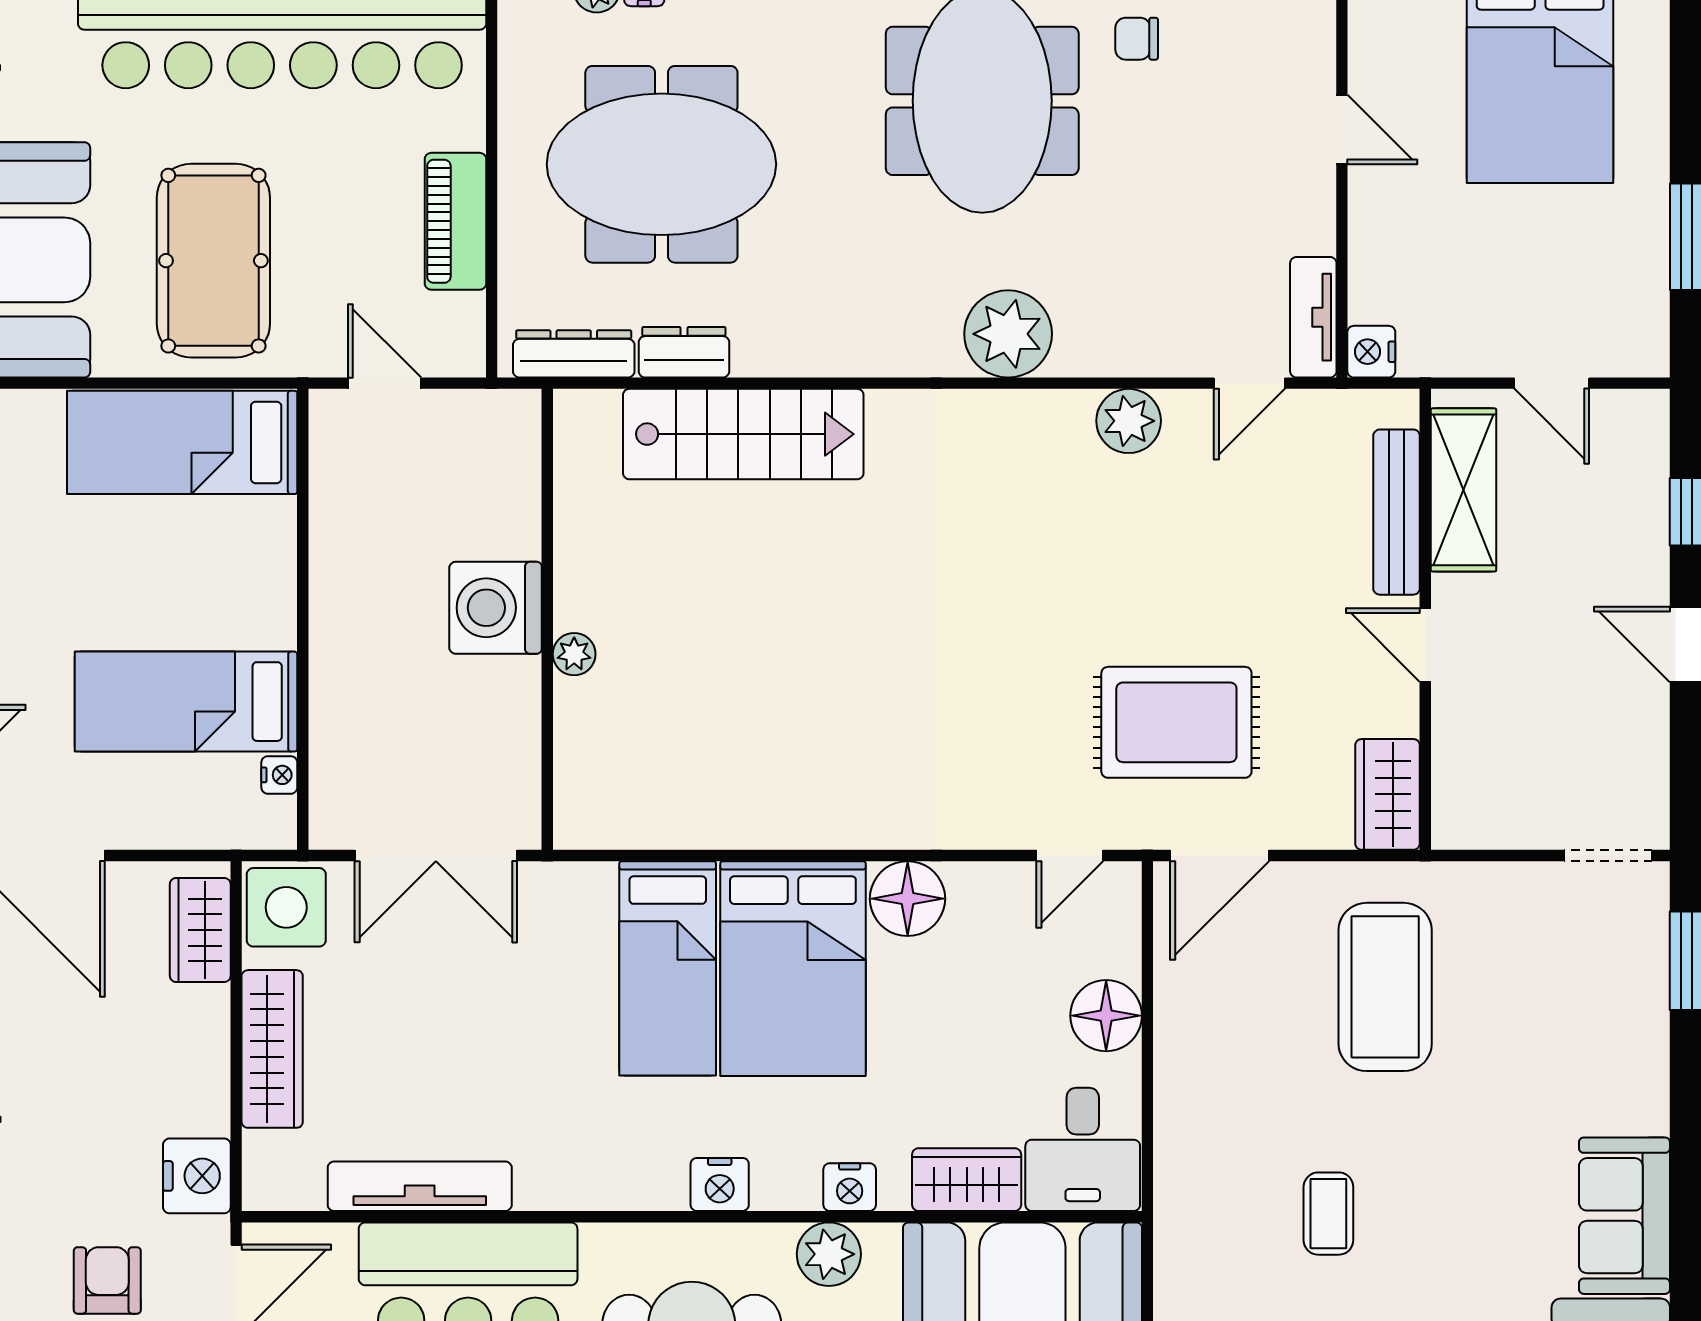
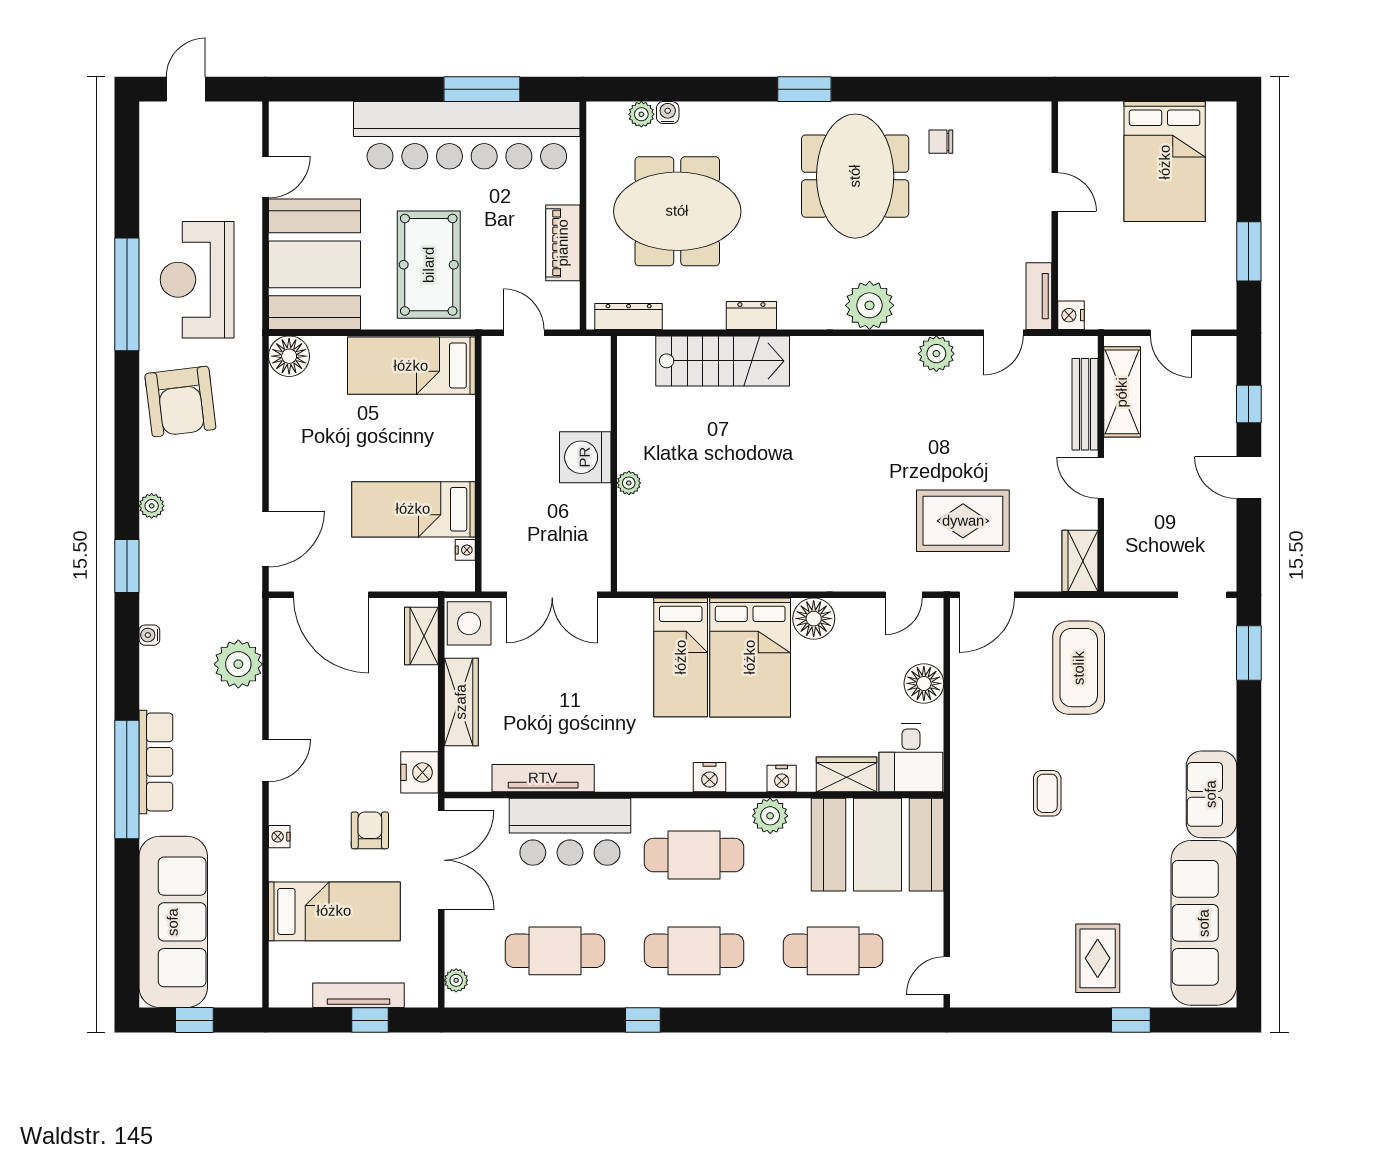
dresser: (684, 352) -> (751, 315), moved

